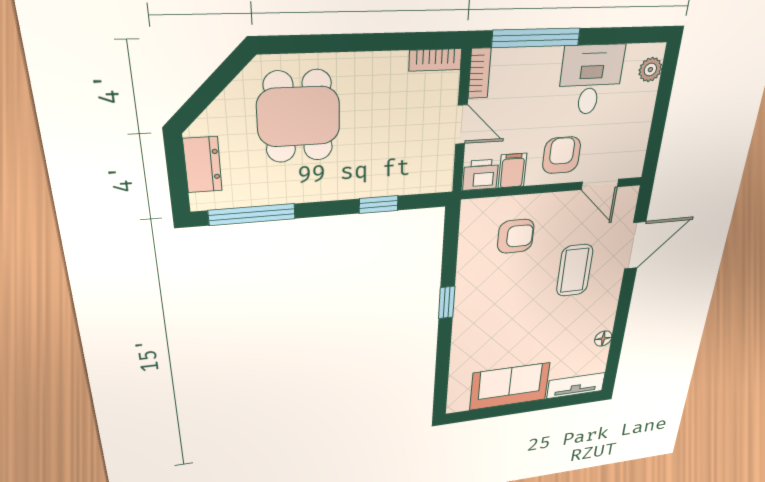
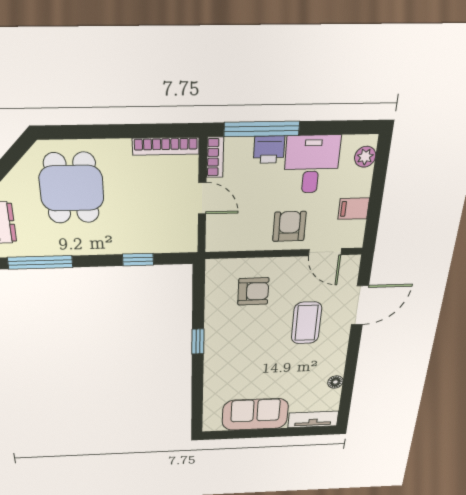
bookcase: (435, 60) -> (166, 146), width x1.56
filing cabinet: (512, 171) -> (354, 209), moved, turned -90
printer: (481, 175) -> (269, 150), moved, turned 180

